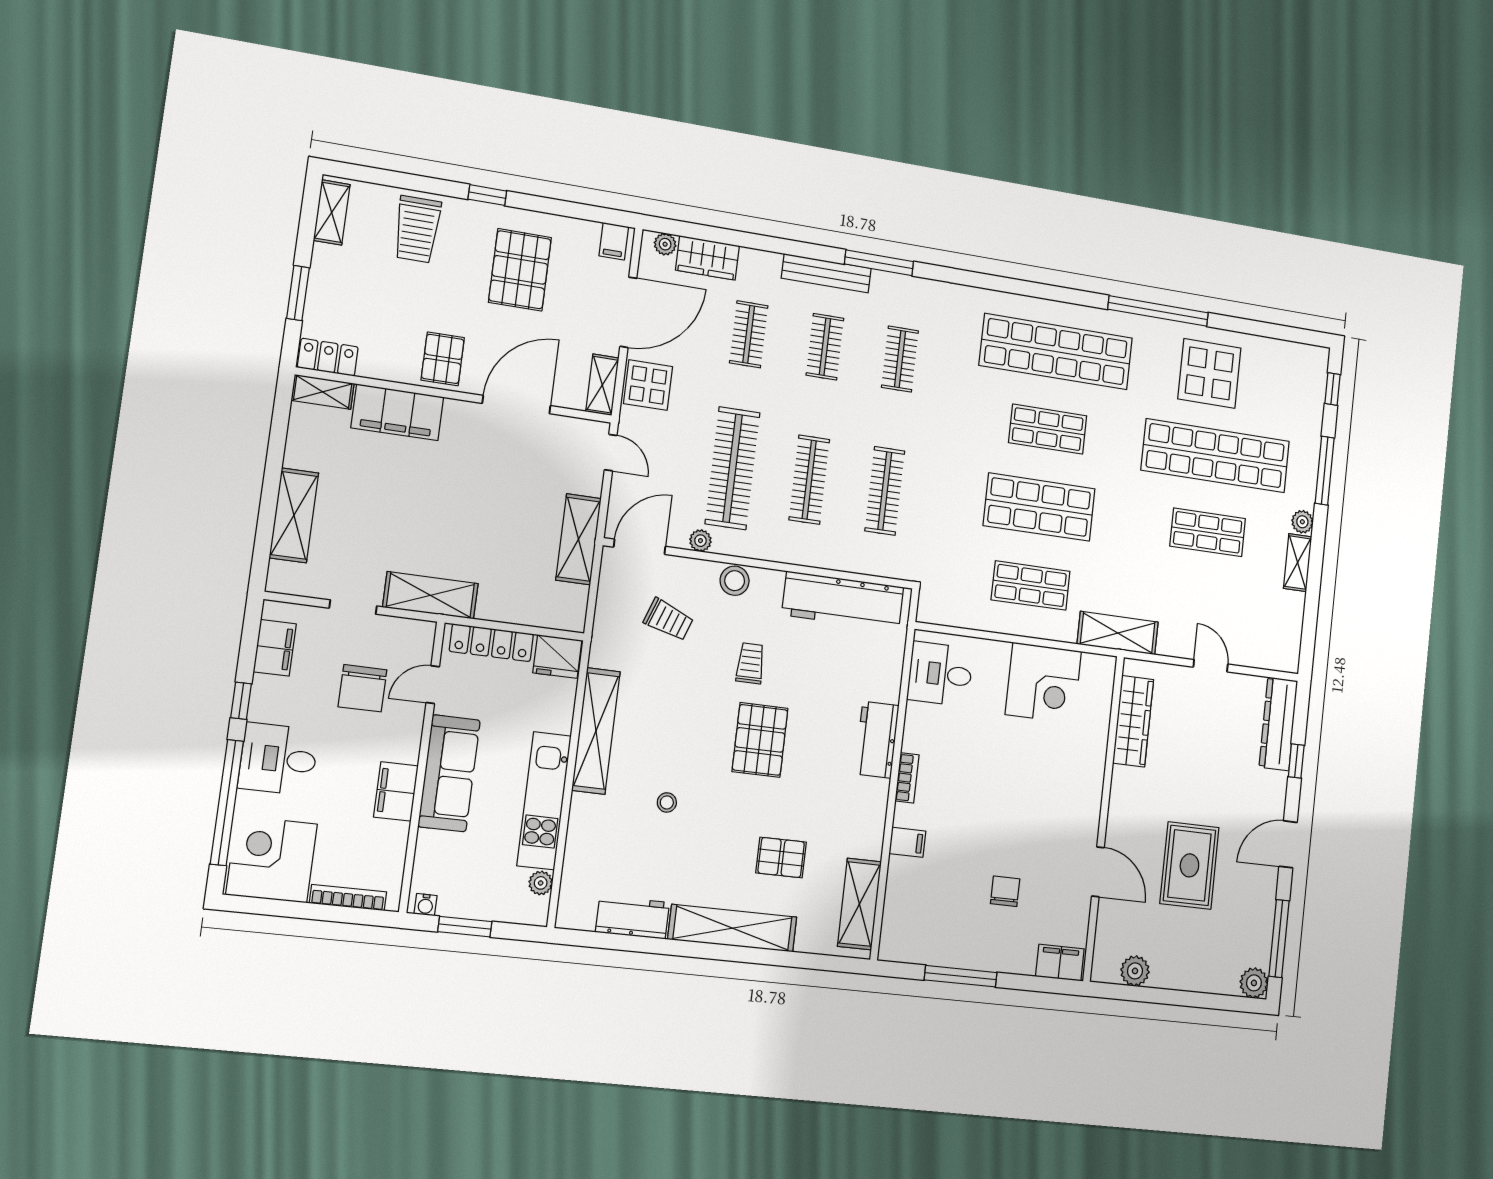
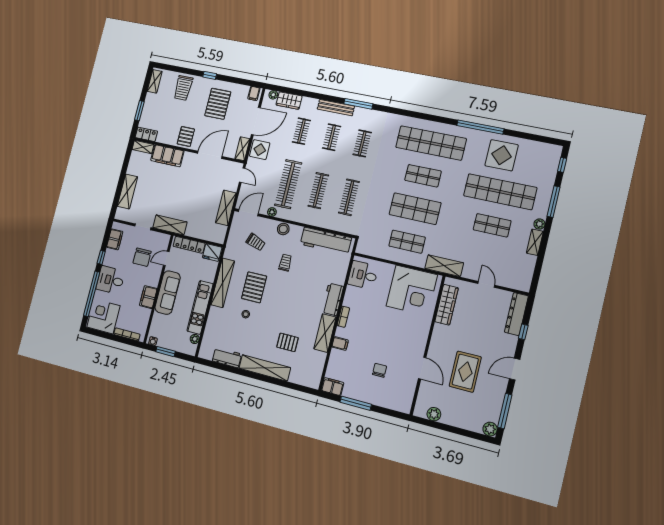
corner desk: (1043, 683) -> (412, 290), width x1.36, depth x1.36
pallet: (760, 740) -> (254, 287), moved
shelving: (859, 904) -> (325, 333), moved
filing cabinet: (1060, 963) -> (332, 387), moved

